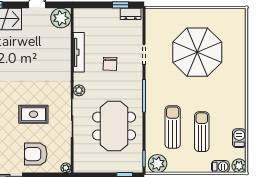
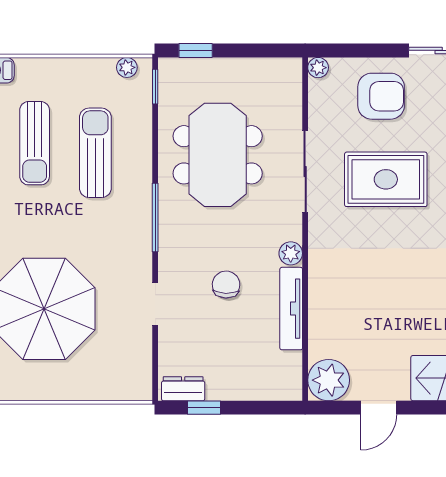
plant: (79, 90) -> (291, 253), moved
rug: (33, 114) -> (386, 179), width x1.36, depth x1.43
sun lounger: (173, 127) -> (95, 153), turned 180
plant: (158, 164) -> (127, 67), width x0.53, depth x0.53

